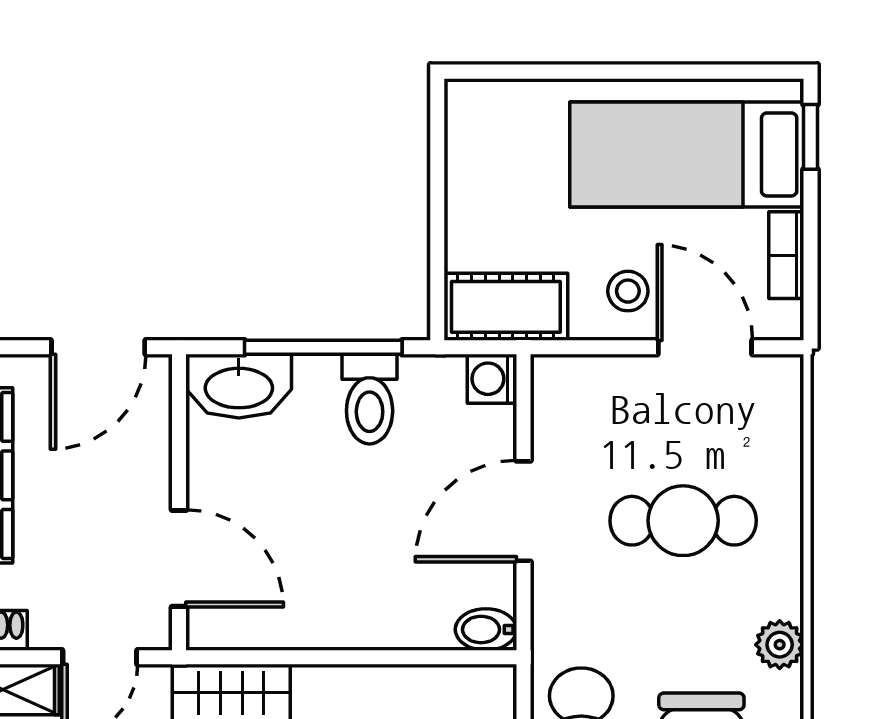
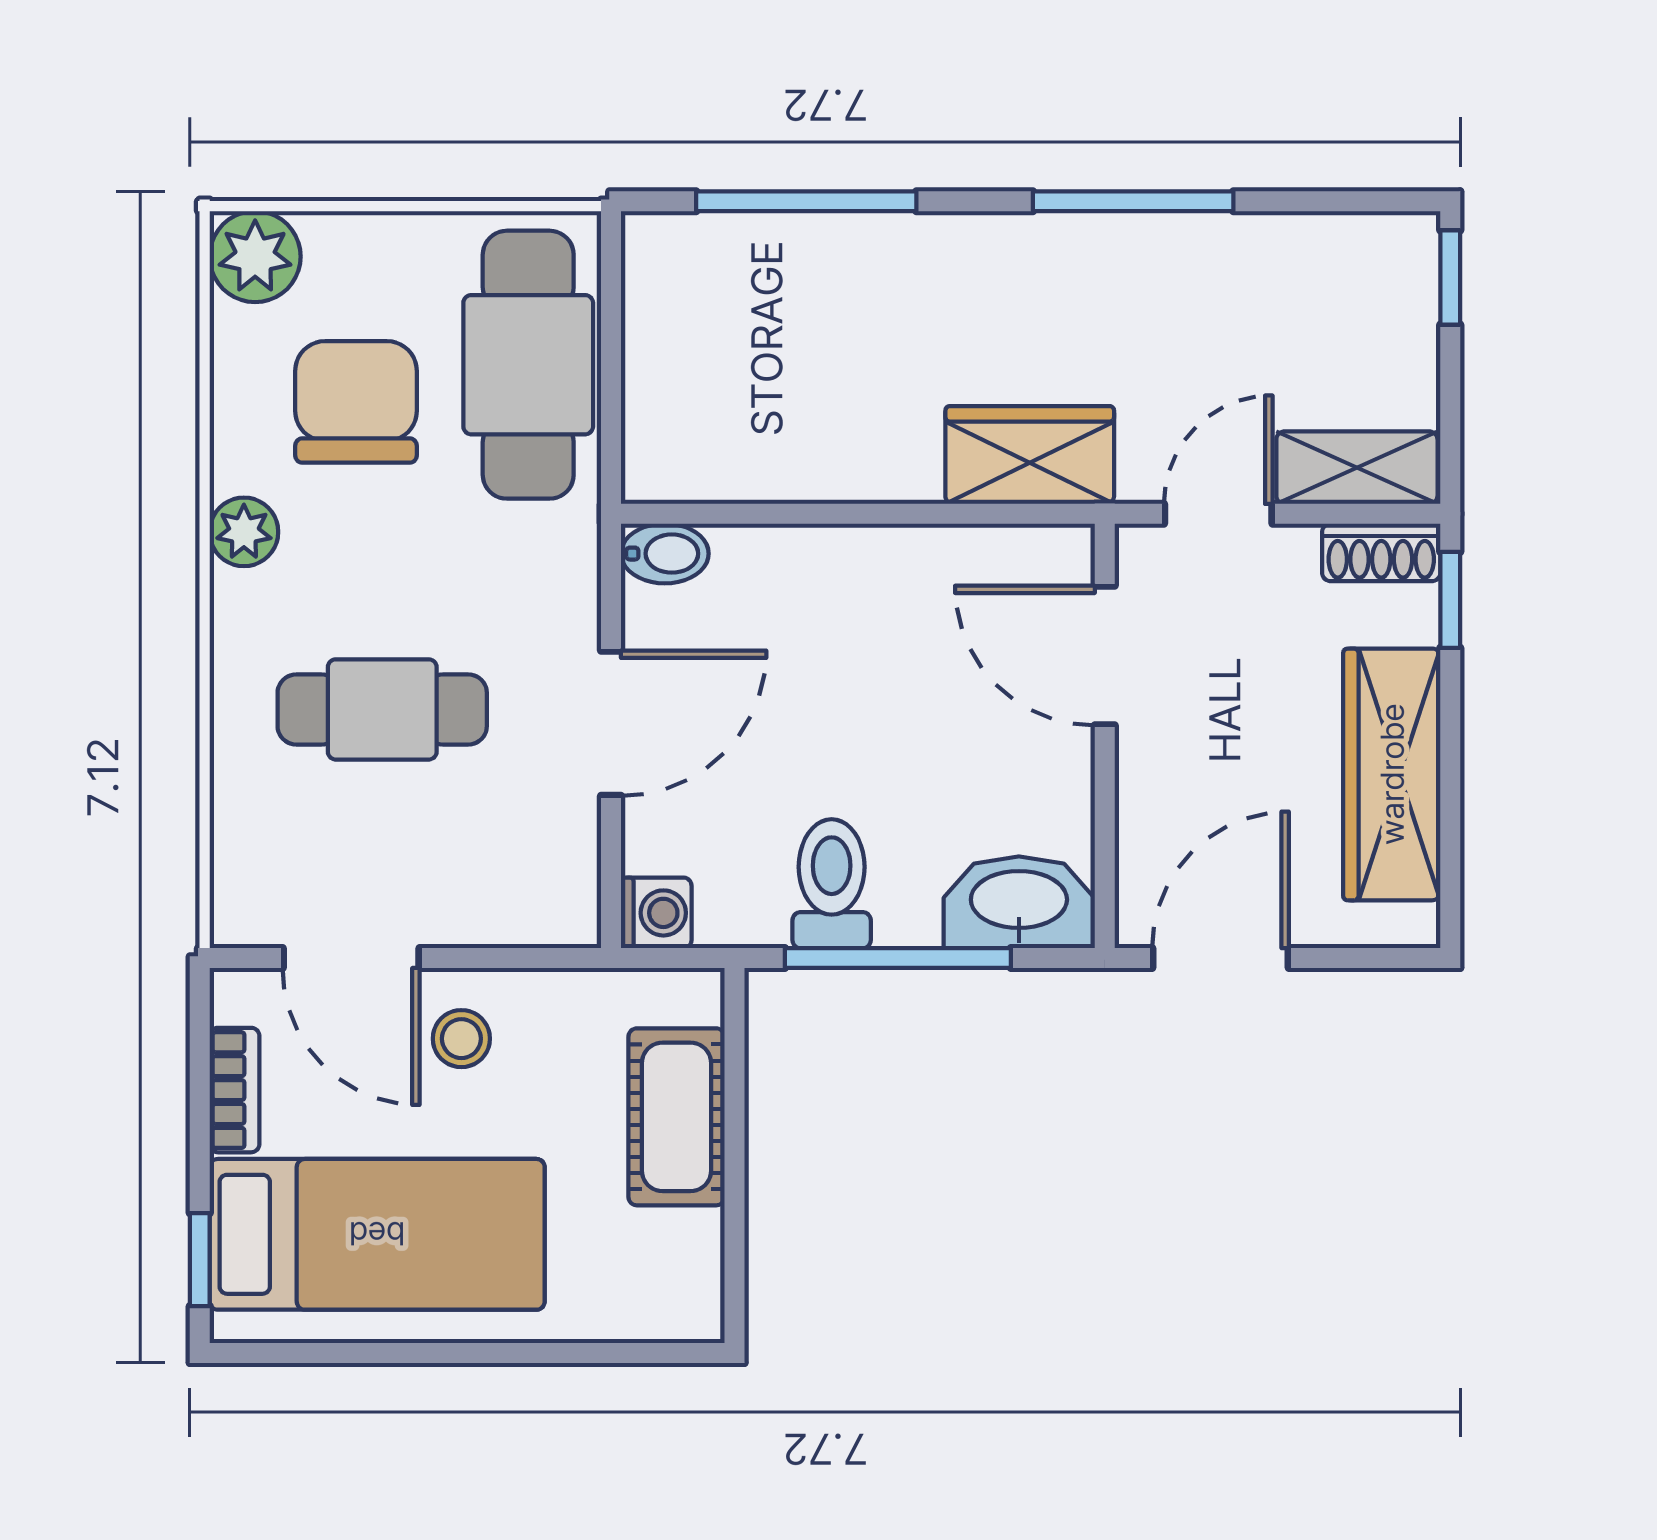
cot: (506, 307) -> (677, 1117), moved, turned 90

